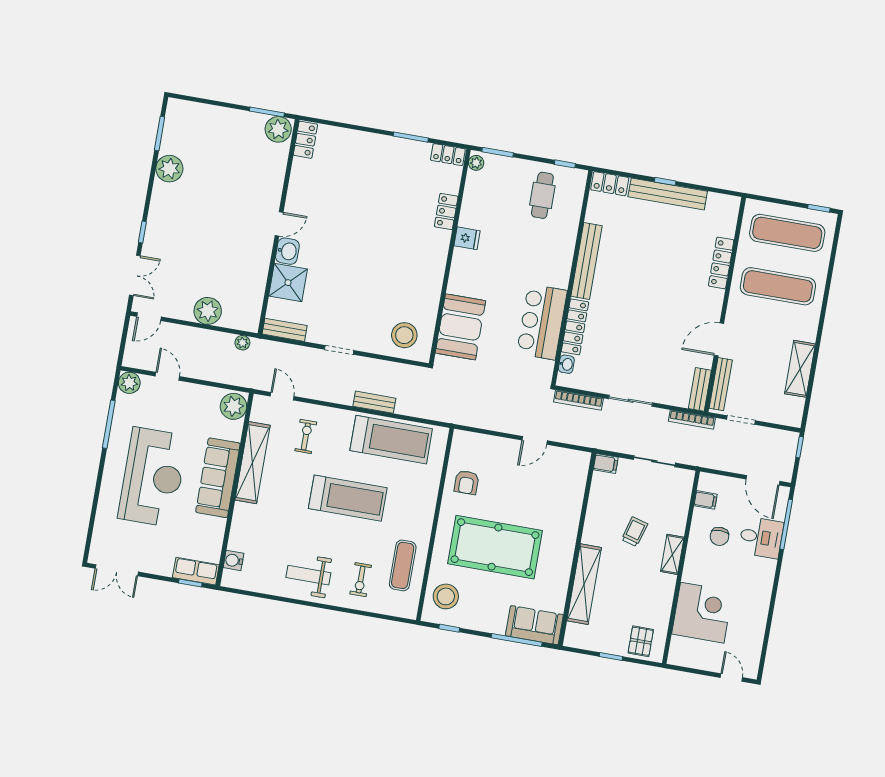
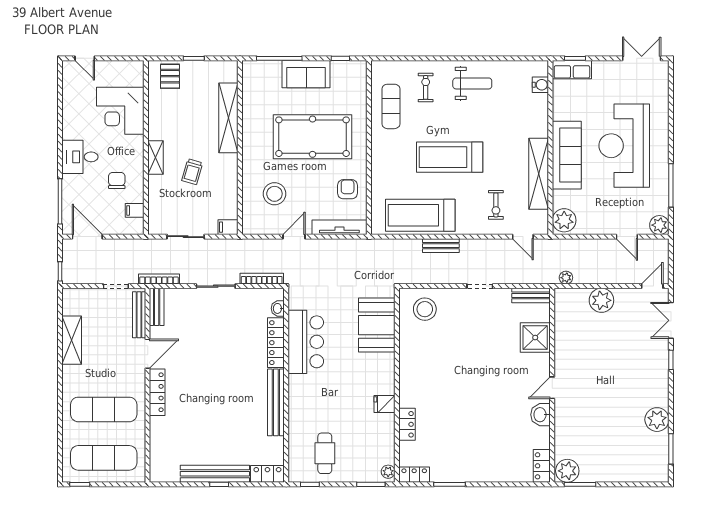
washbasin: (287, 251) -> (541, 415), moved
locker: (721, 263) -> (157, 392), moved
tv unit: (483, 442) -> (339, 227), added
desk: (761, 537) -> (80, 157), moved
stool: (446, 596) -> (274, 194), moved
sofa: (534, 625) -> (306, 74), moved

